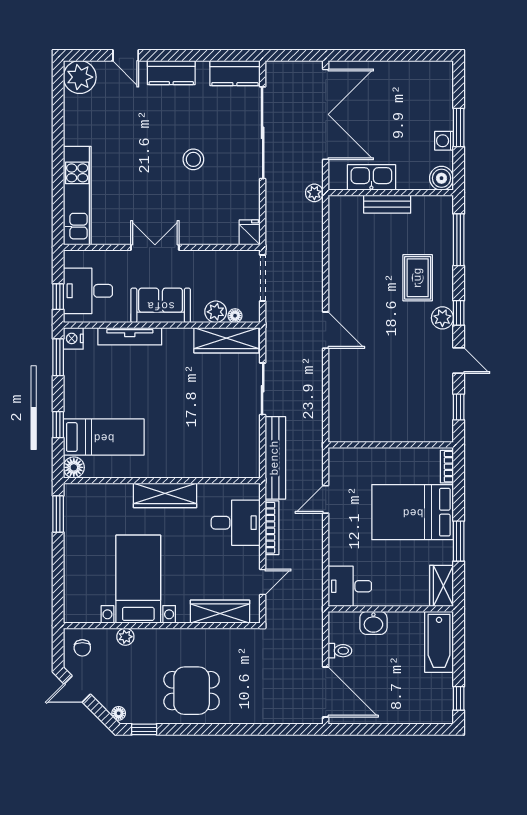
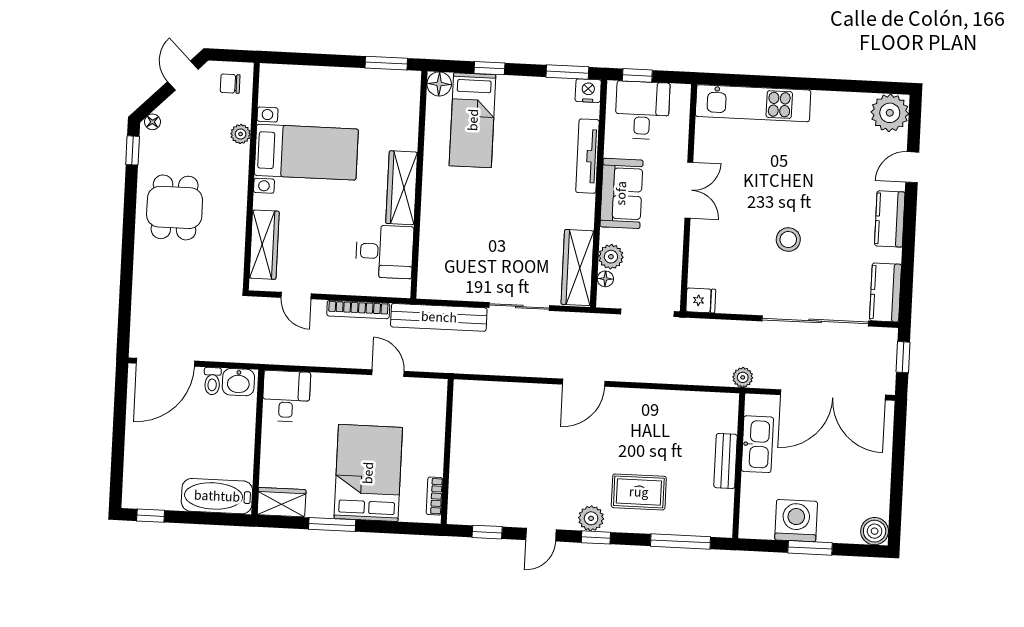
window: (290, 55) -> (903, 357), added
washing machine: (444, 141) -> (796, 521), width x1.89, depth x1.89
boiler: (441, 178) -> (875, 531), moved
bookcase: (447, 467) -> (435, 496), moved, turned -90
desk: (236, 523) -> (384, 252), moved, turned -90
washbasin: (373, 623) -> (238, 382), moved, turned -90

